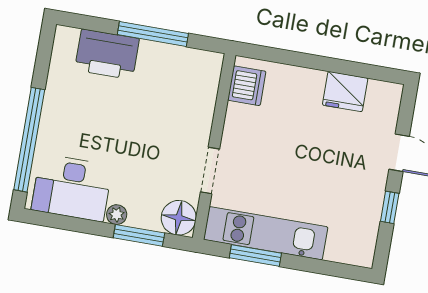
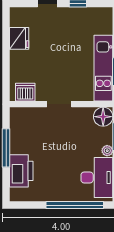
doorway: (210, 170) -> (59, 104), moved

